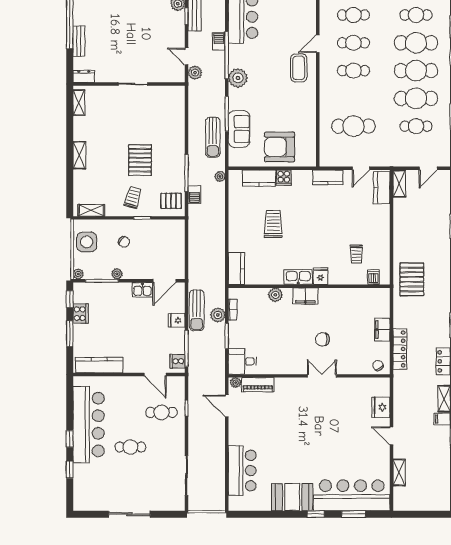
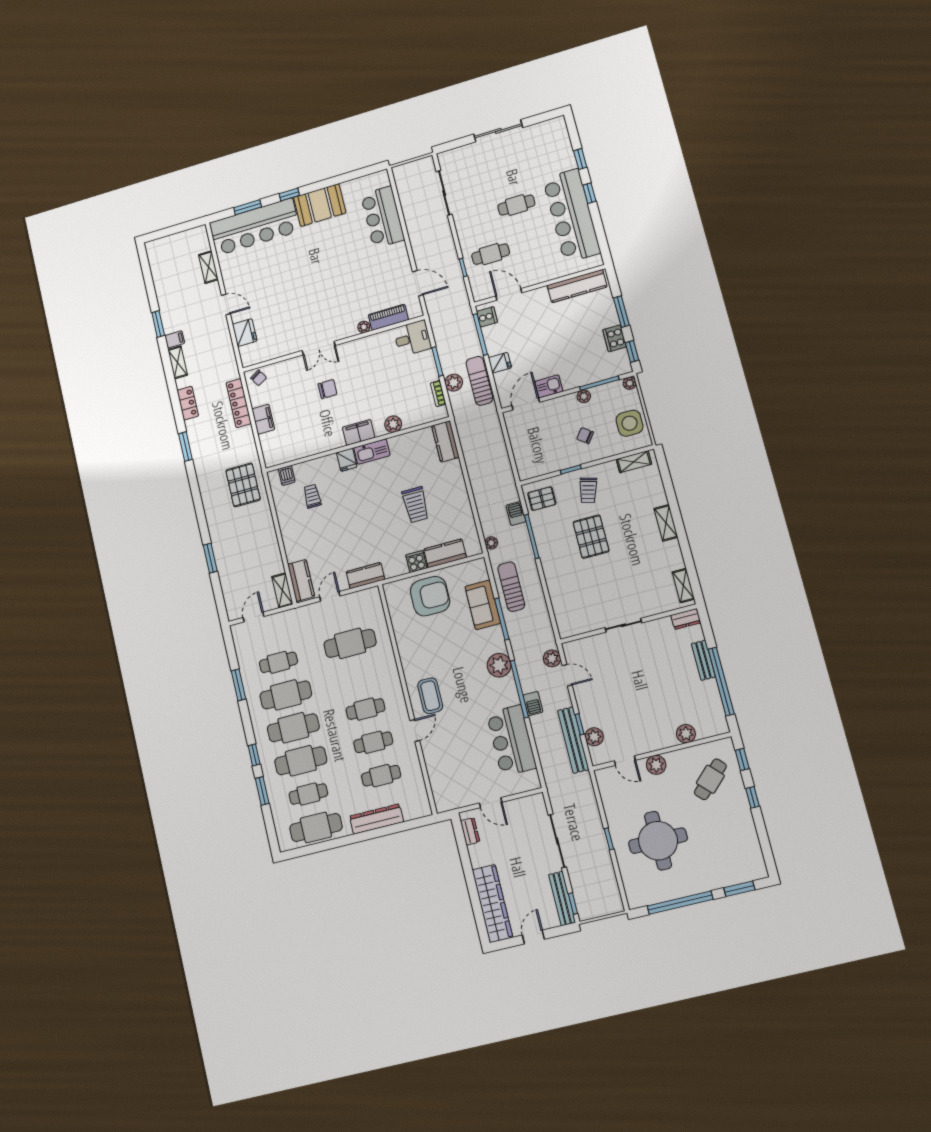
plant: (236, 383) -> (364, 327), moved

